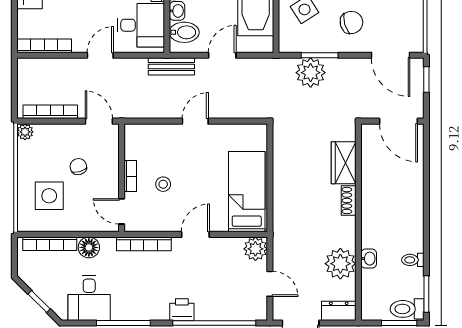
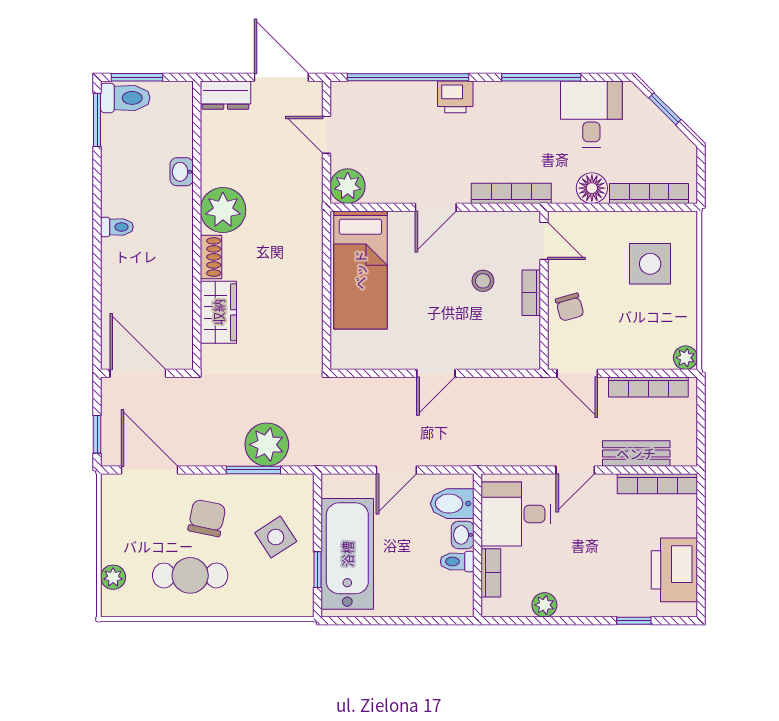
chair: (351, 22) -> (207, 518), turned 118
bench: (171, 66) -> (636, 453), moved
chair: (78, 167) -> (570, 307), moved
toilet: (413, 260) -> (117, 227), moved
plant: (340, 264) -> (223, 210), moved

